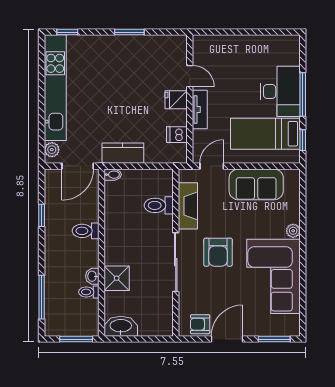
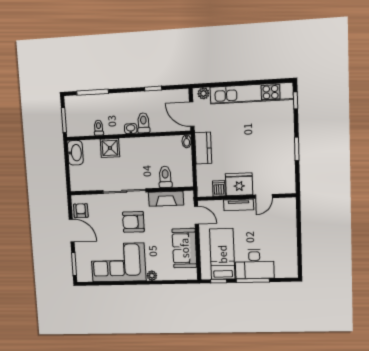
fridge: (176, 100) -> (239, 184), width x1.88, depth x1.34
washbasin: (92, 276) -> (131, 129), moved

